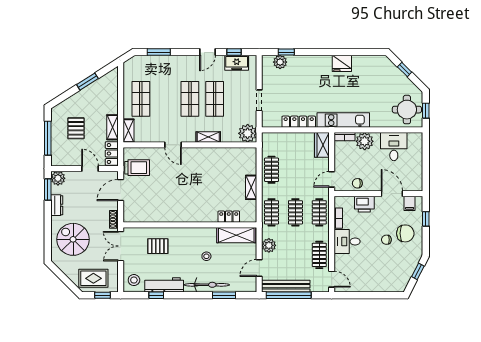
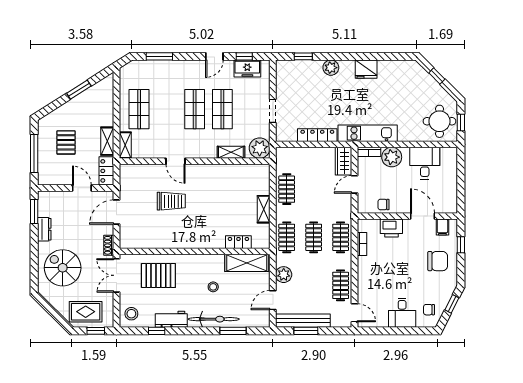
plant: (280, 62) -> (331, 68), moved
shelving: (208, 137) -> (231, 152), moved
trolley: (137, 168) -> (171, 201), moved
plant: (58, 178) -> (46, 199), removed
door: (332, 179) -> (354, 184), moved
chair: (386, 240) -> (429, 310), moved
desk: (347, 242) -> (402, 313), moved, turned -90
pallet: (158, 246) -> (158, 275), width x1.50, depth x1.42
workbench: (164, 285) -> (171, 319), width x0.73
window: (289, 295) -> (306, 331), width x0.47

